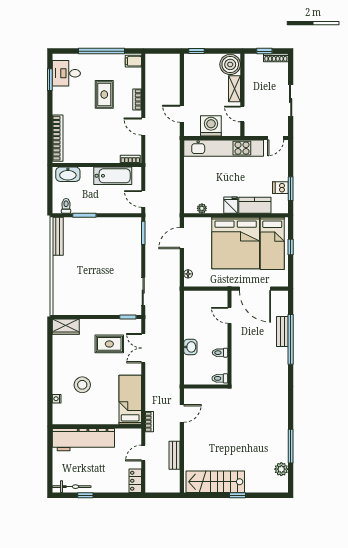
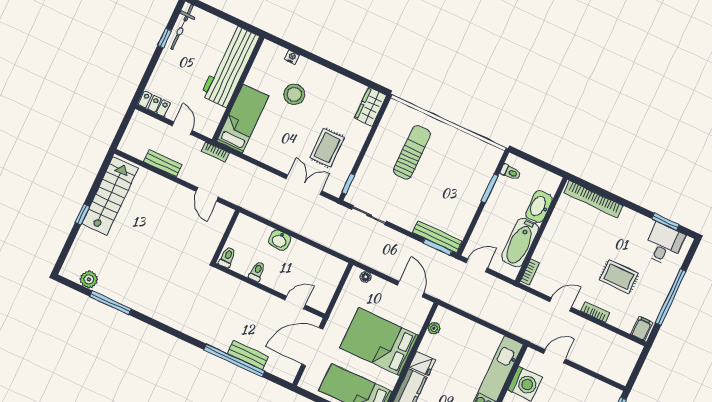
washbasin: (68, 174) -> (539, 207), moved
bench: (58, 236) -> (437, 237), moved
bed: (236, 243) -> (379, 341), width x0.73
sun lounger: (84, 282) -> (412, 152), added
bed: (130, 400) -> (243, 119), moved, turned -90

